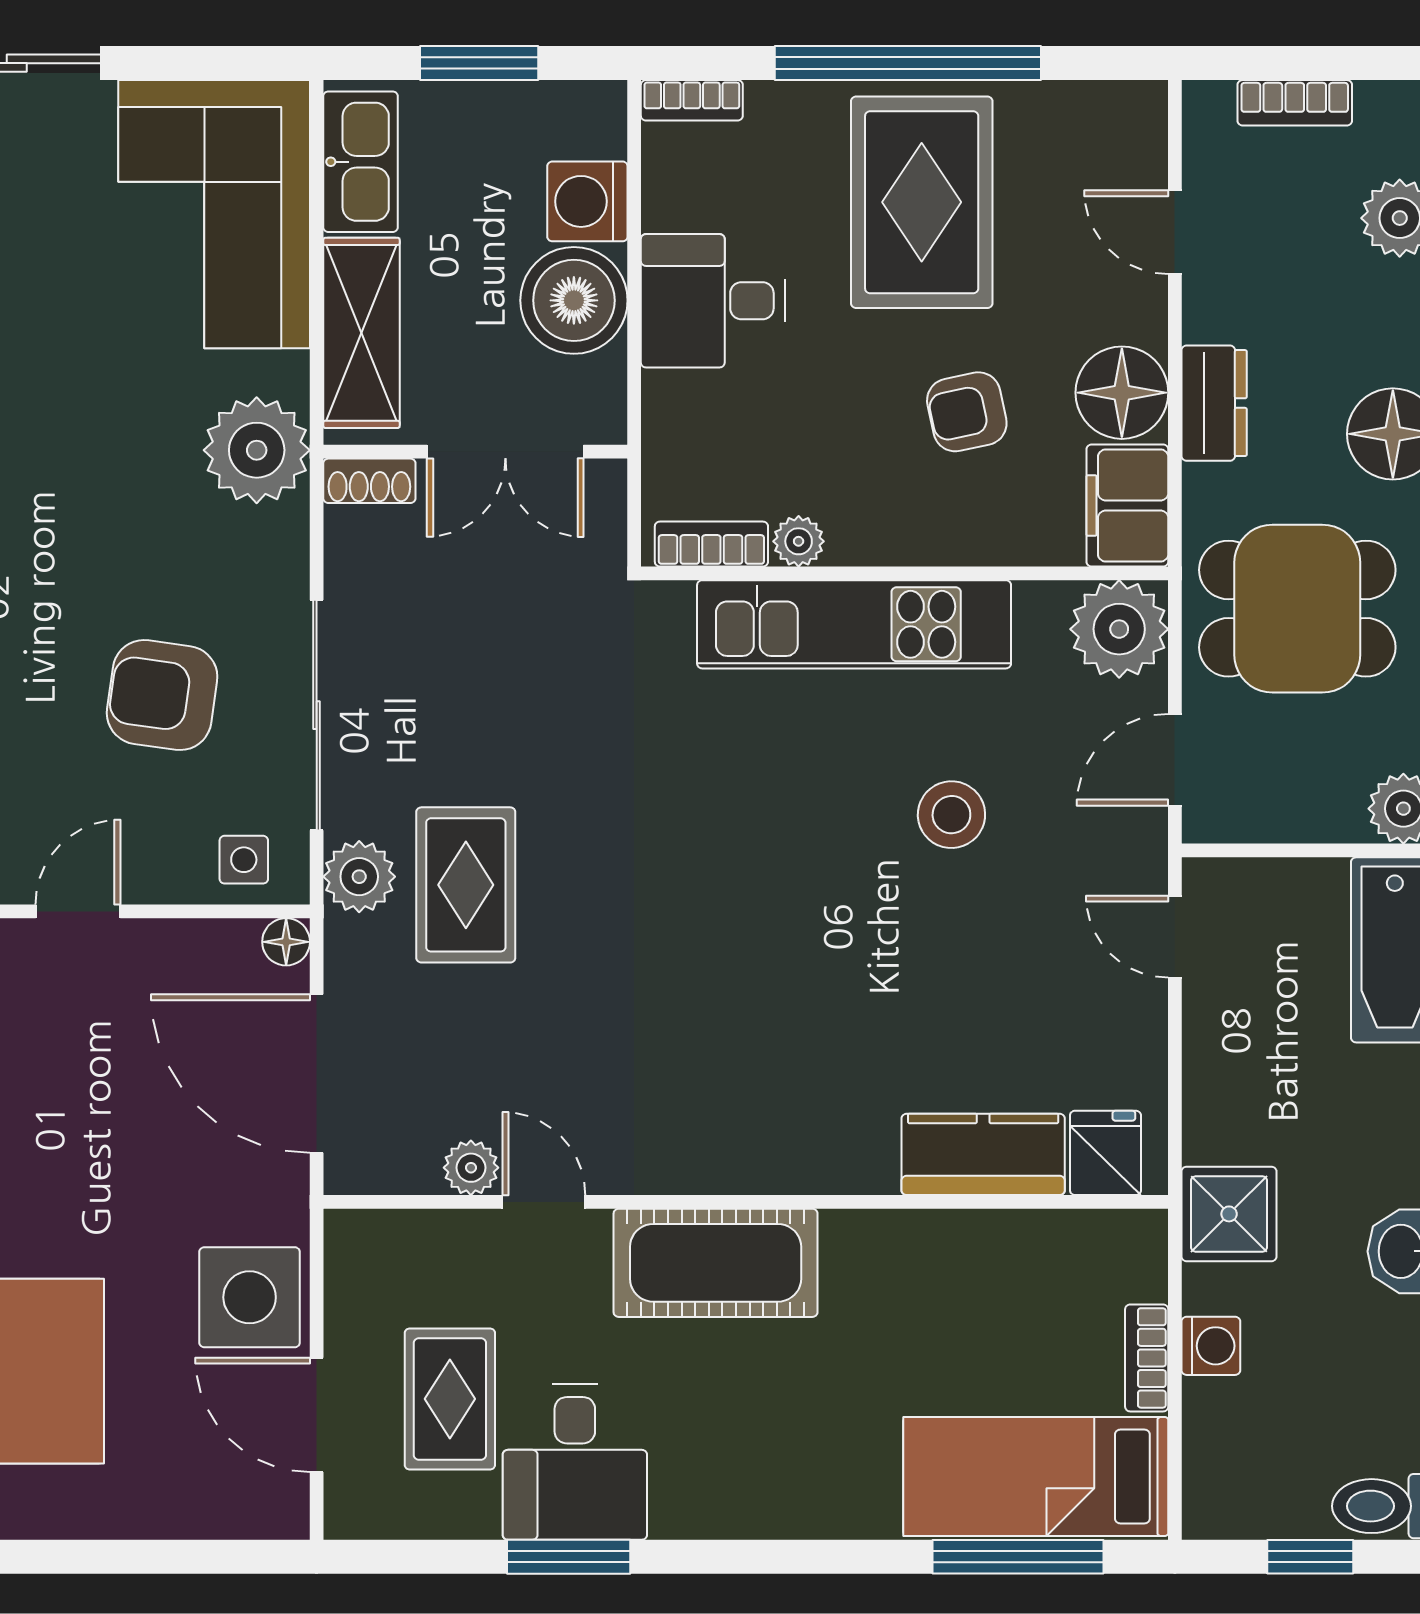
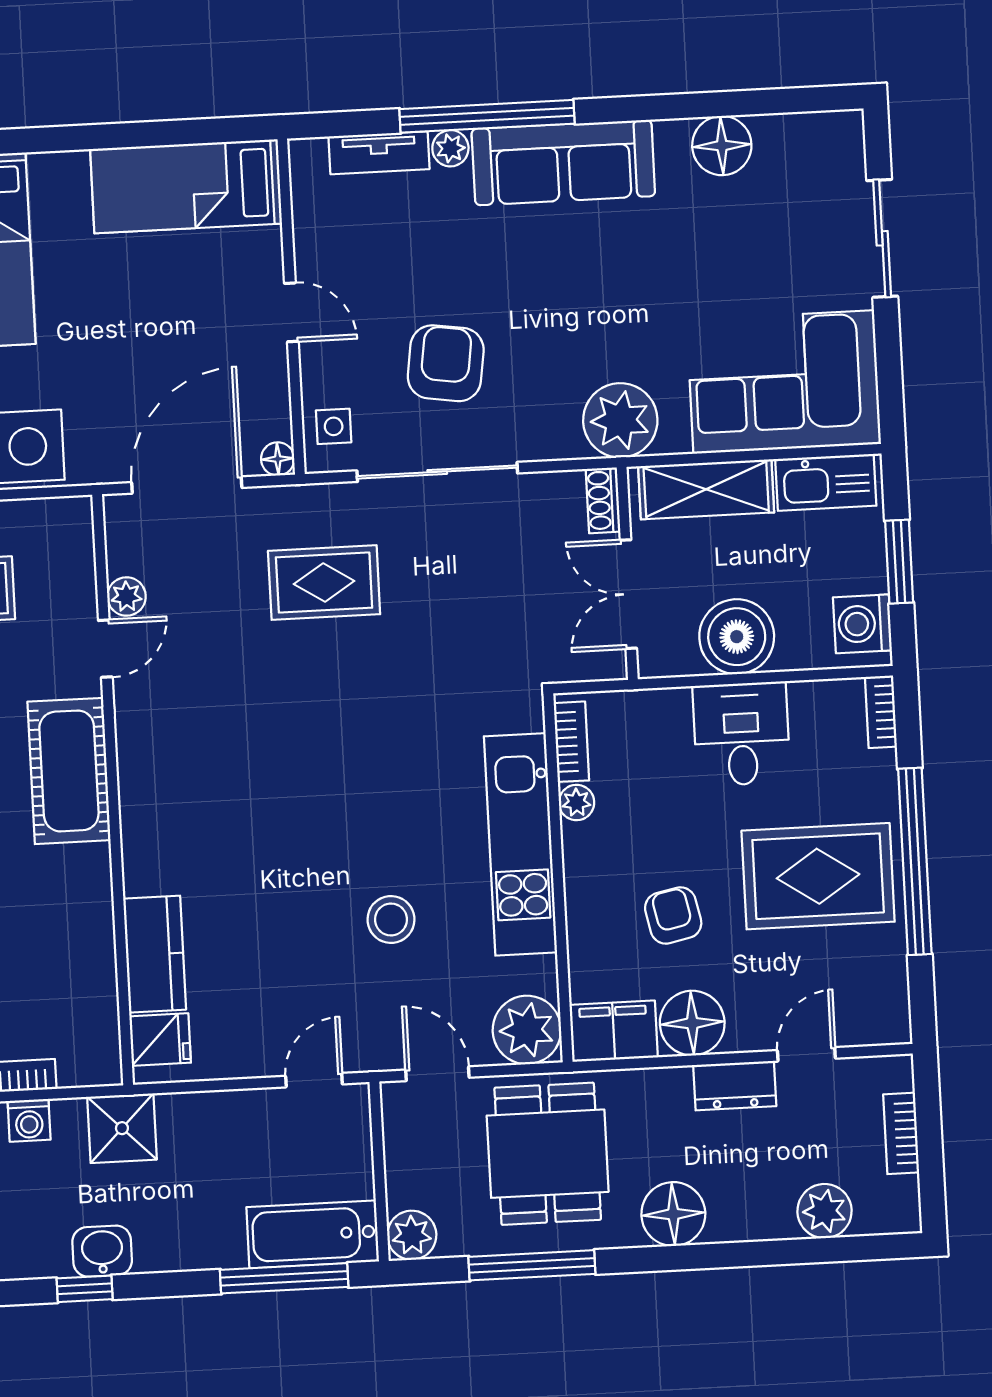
washing machine: (587, 201) -> (862, 624), moved, turned -90
dresser: (1214, 403) -> (735, 1086), moved
plant: (359, 877) -> (326, 508), removed

